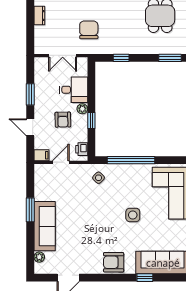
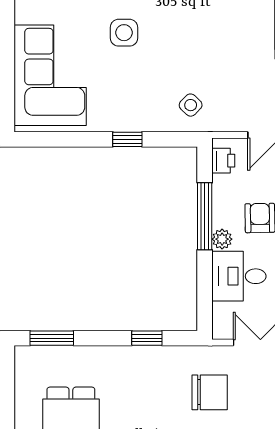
chair: (89, 30) -> (210, 392), turned -90
window: (91, 121) -> (205, 216), width x2.17
window: (131, 160) -> (127, 139), width x0.32

